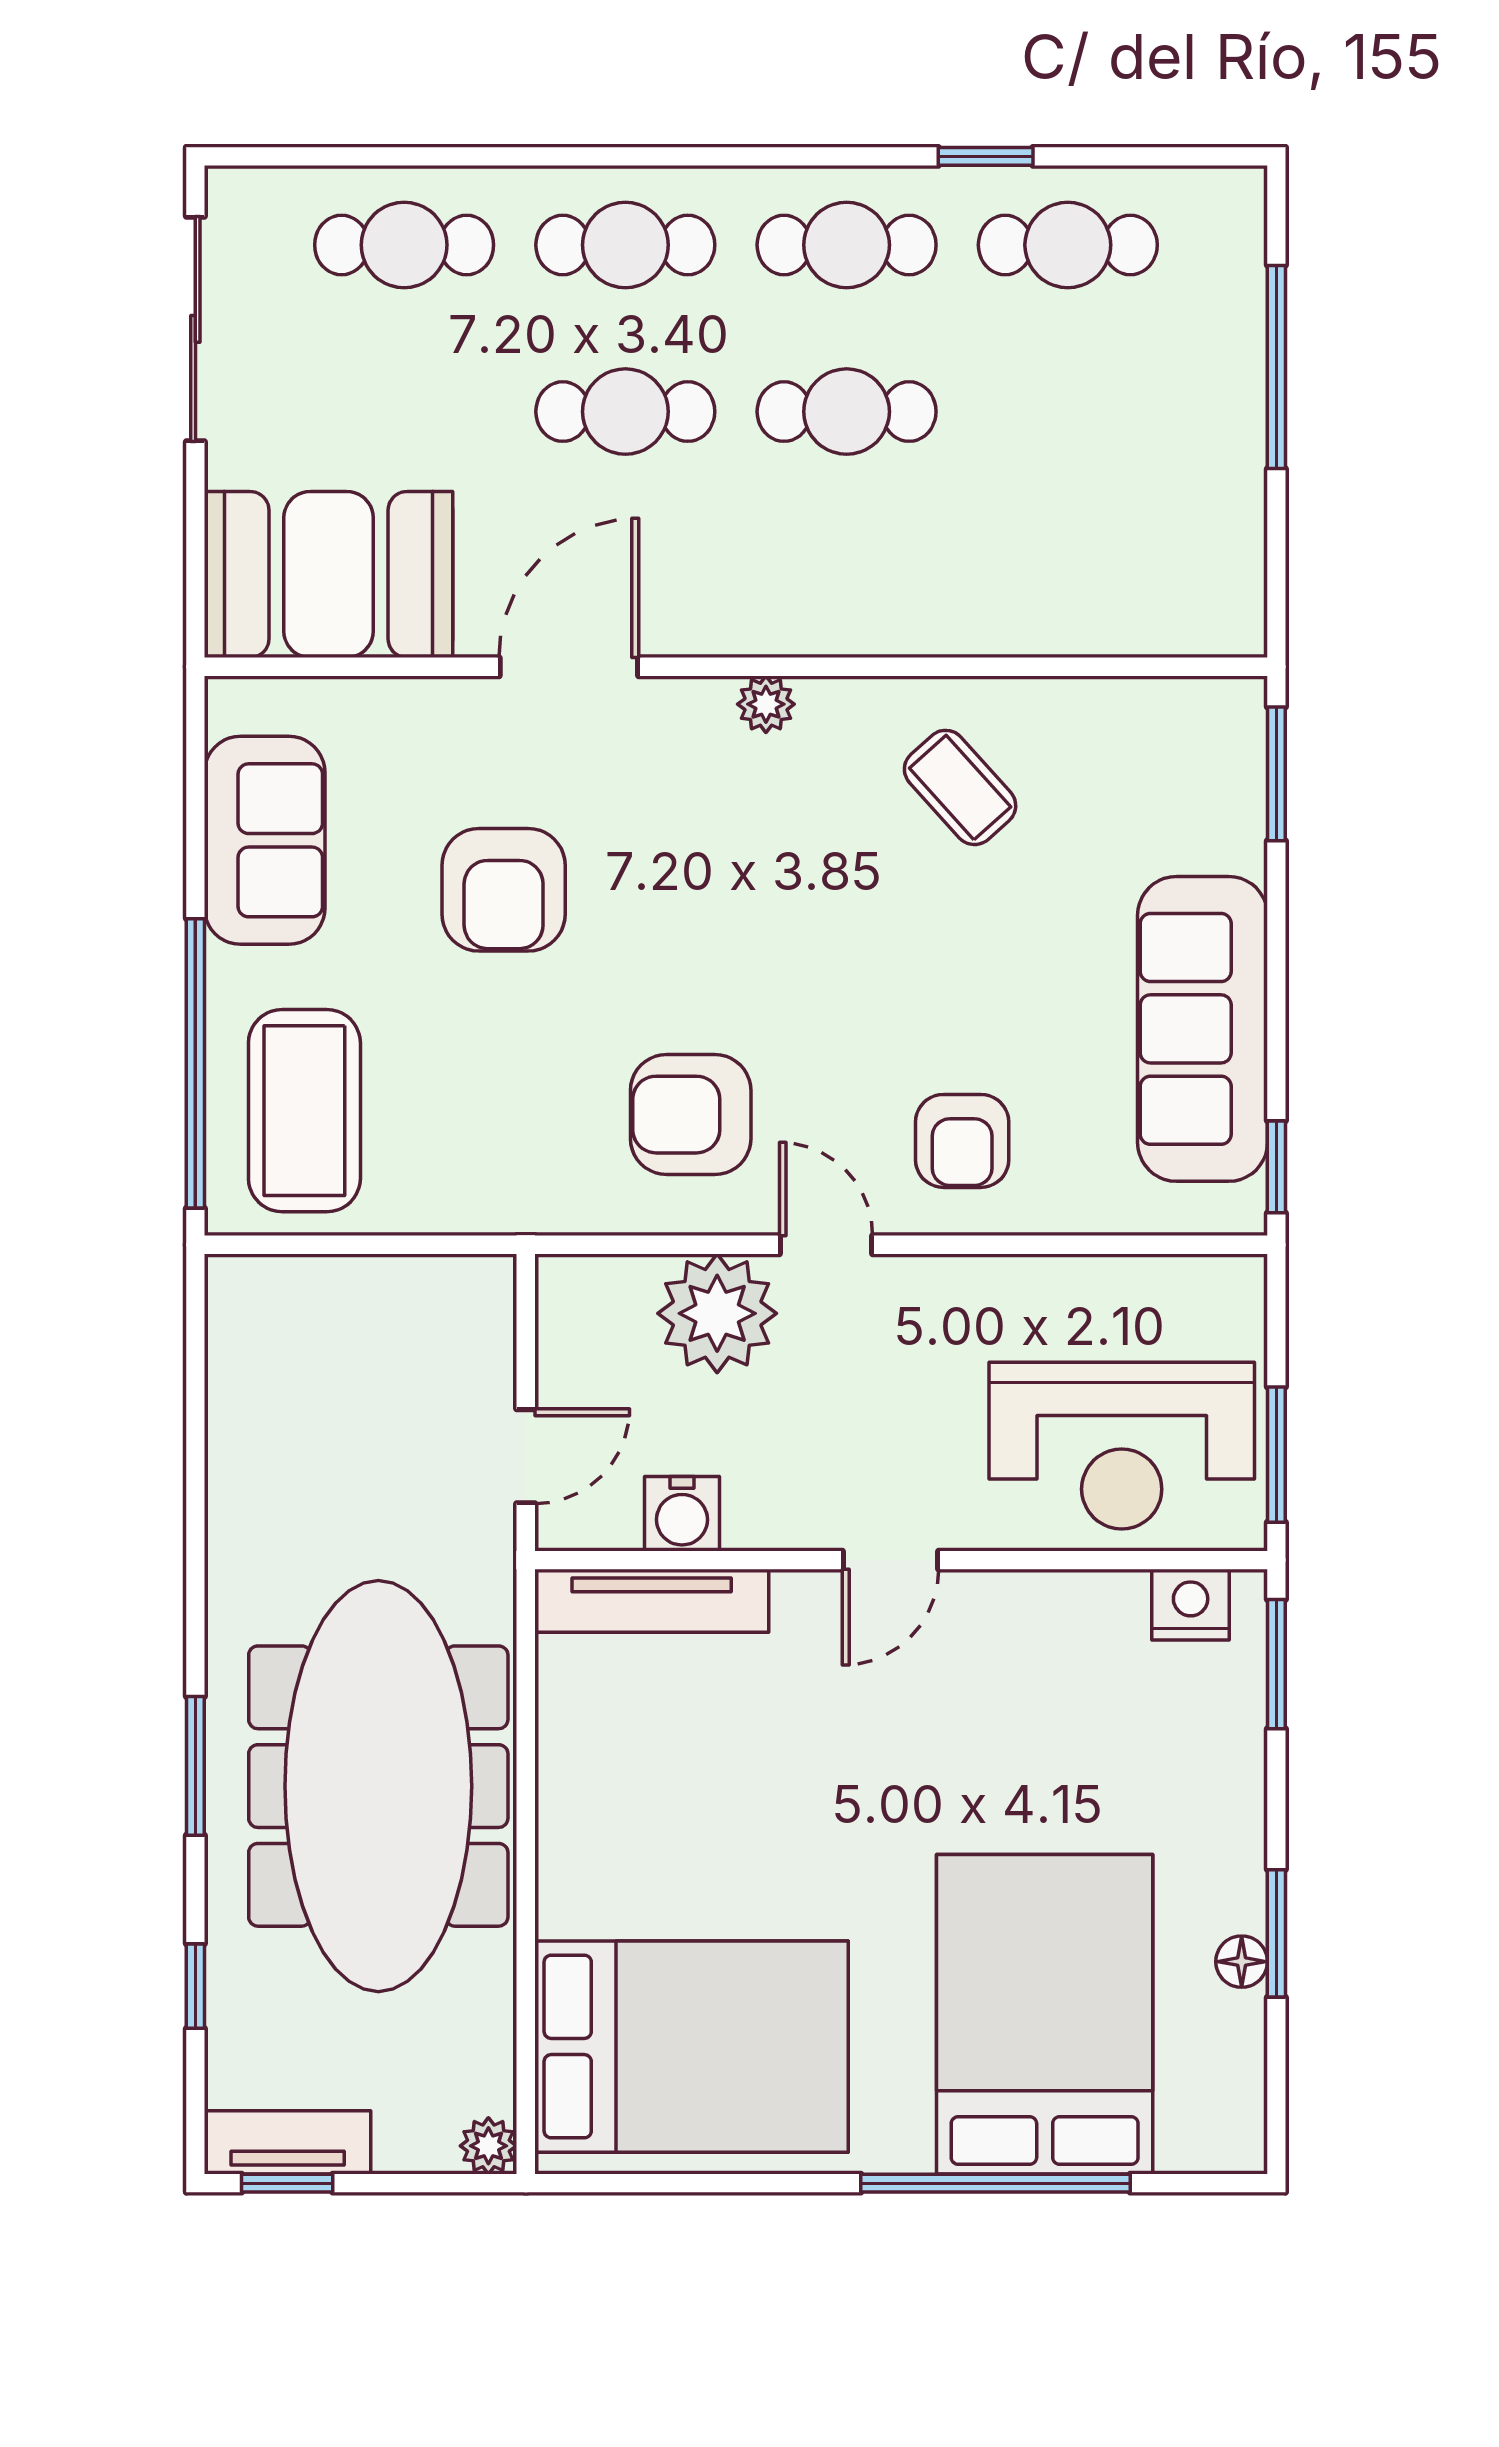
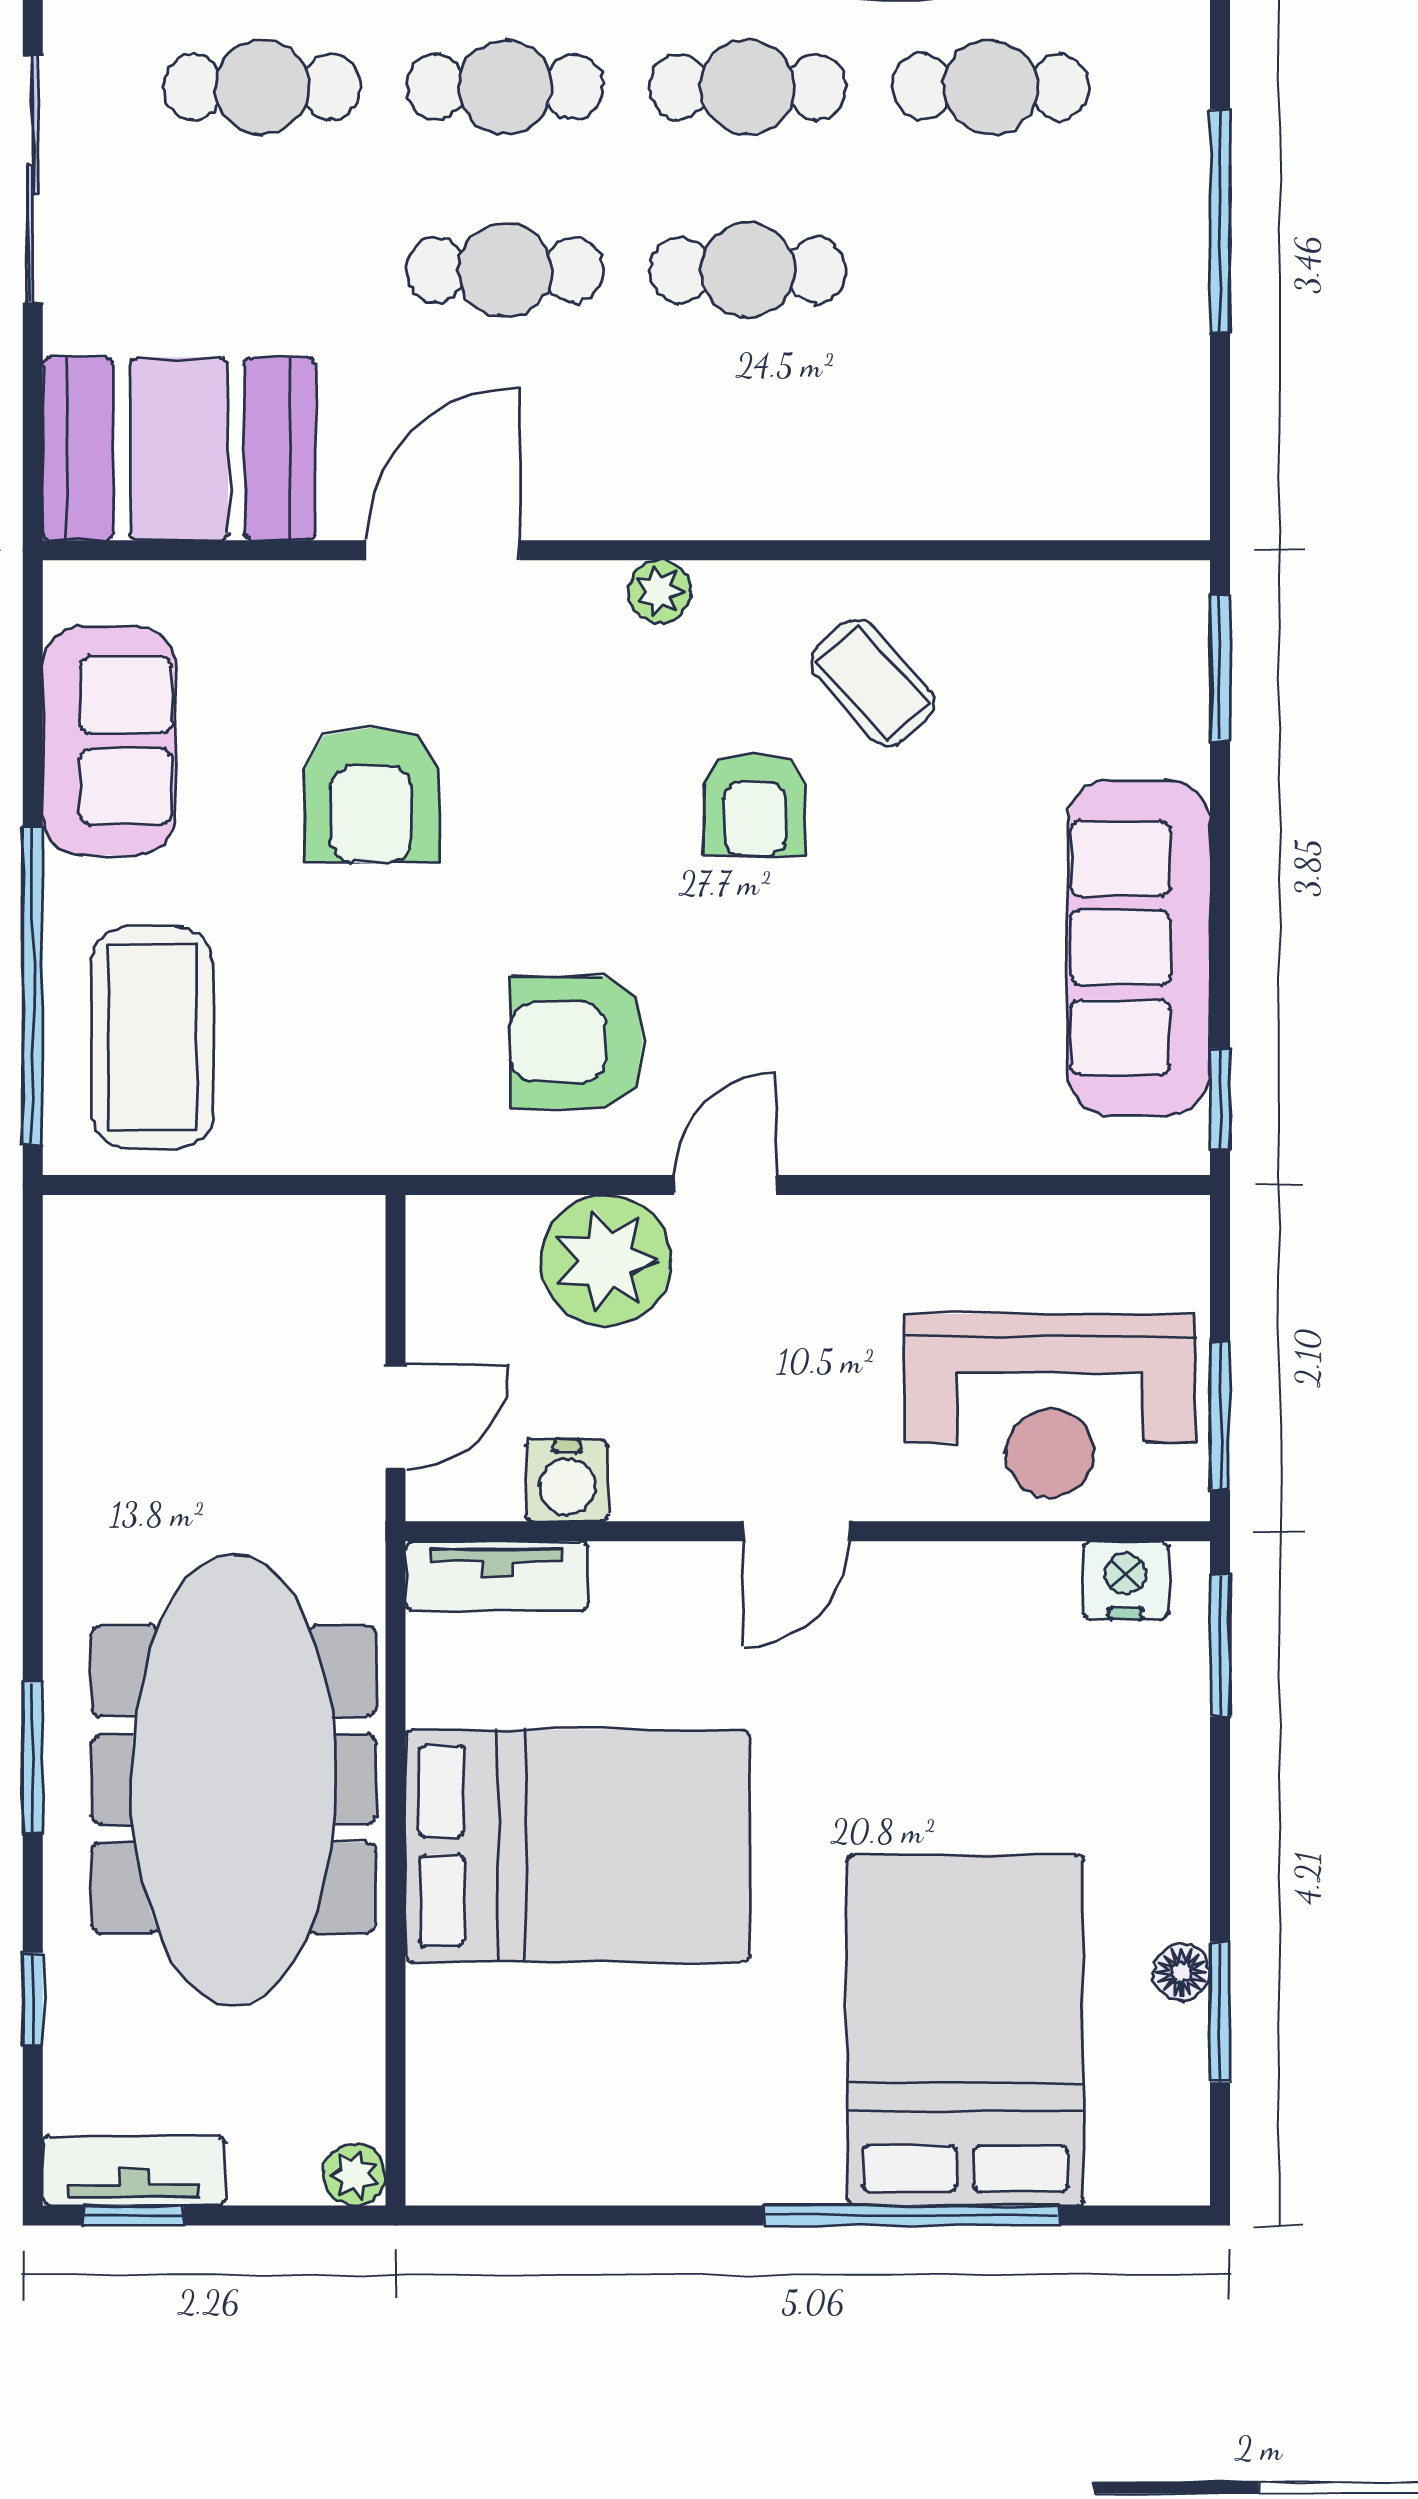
armchair: (962, 1141) -> (755, 804), moved
door: (826, 1245) -> (725, 1185), hinge flipped
tv unit: (652, 1601) -> (497, 1576), width x0.71
window: (1276, 1933) -> (1220, 2012), moved
bed: (691, 2047) -> (577, 1846), moved

